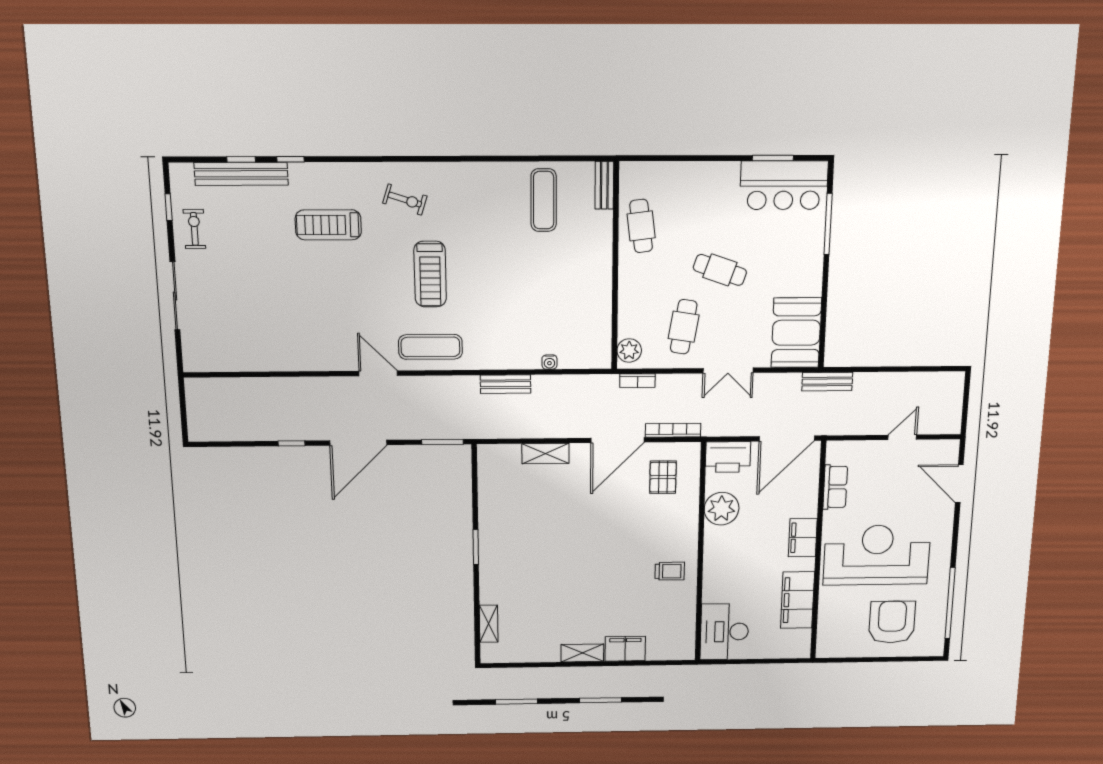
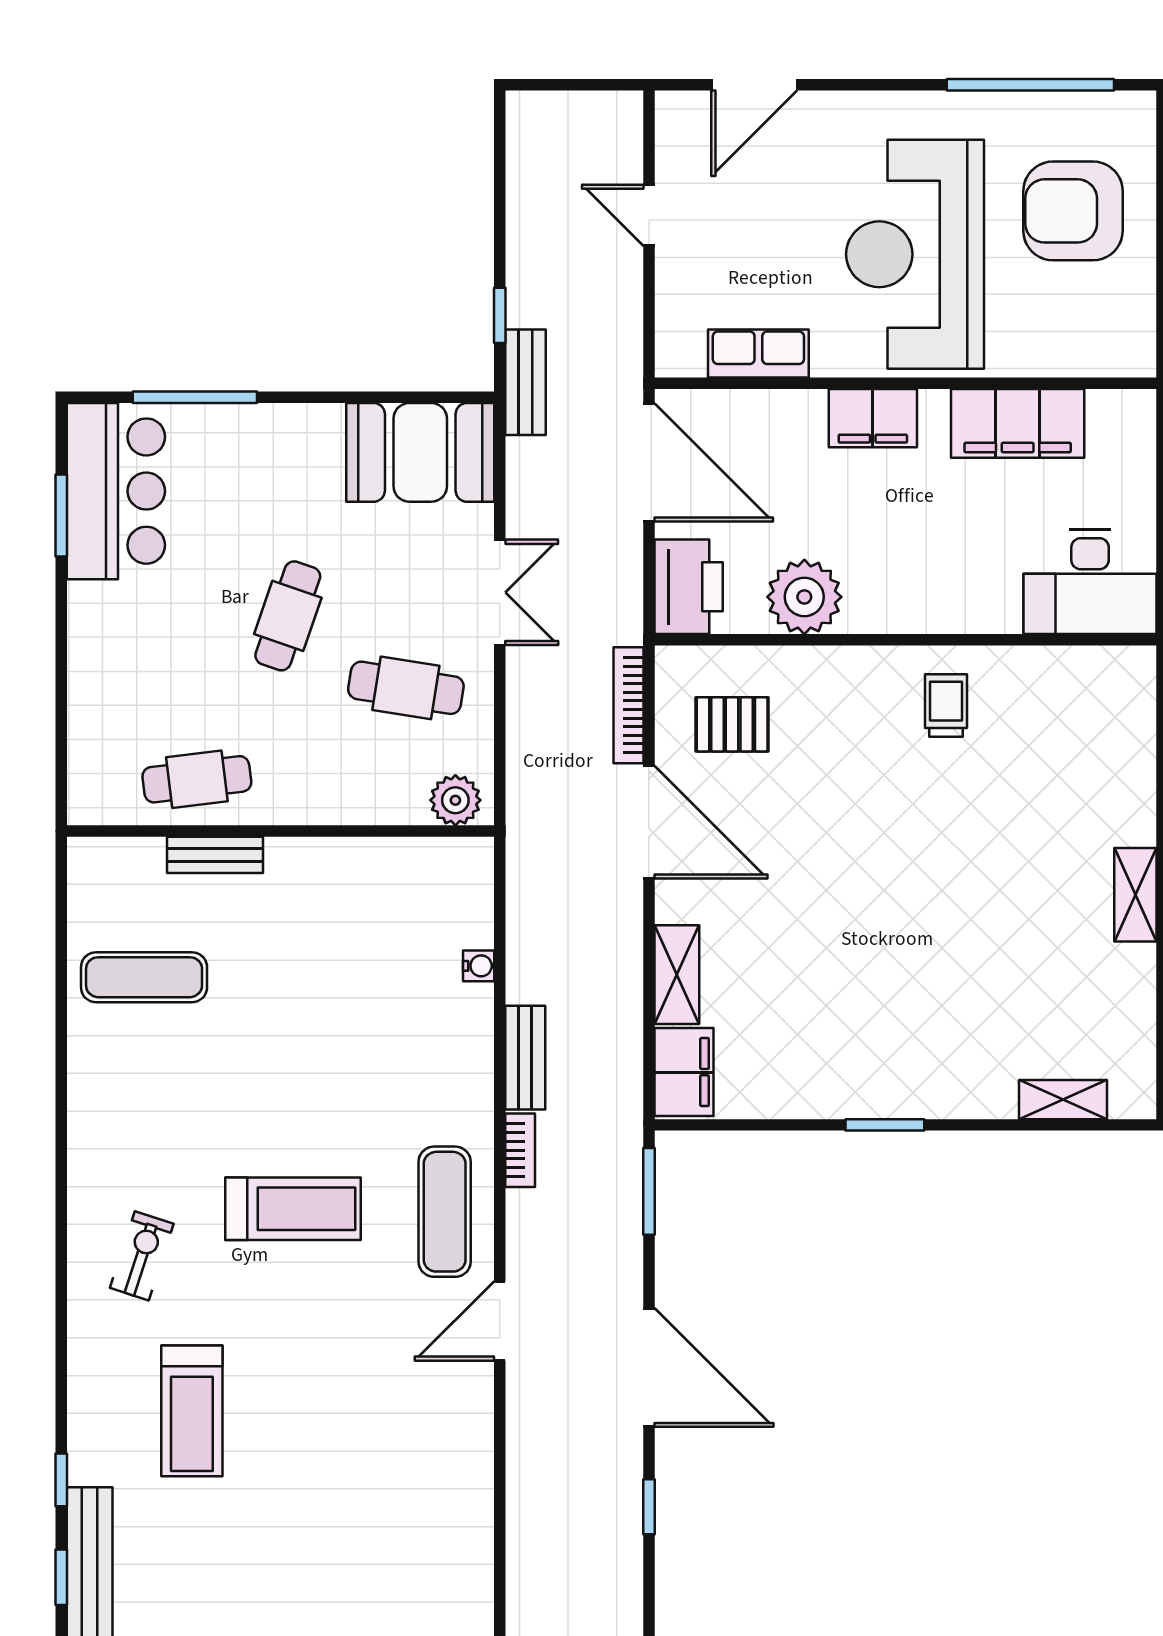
bench: (604, 185) -> (215, 855), moved
window: (859, 369) -> (500, 315), added
bookcase: (638, 381) -> (520, 1150), moved
filing cabinet: (625, 649) -> (684, 1072), moved, turned 180

